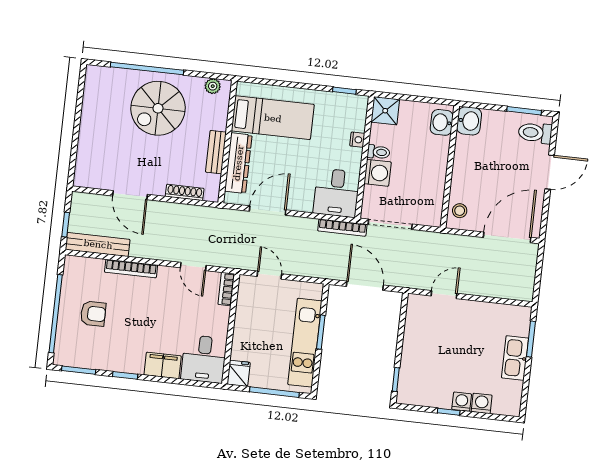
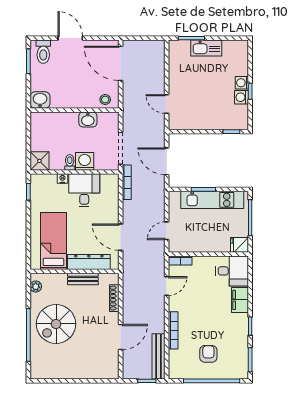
spiral stairs: (158, 108) -> (56, 324), turned 90
washbasin: (442, 122) -> (88, 119), moved
desk: (337, 193) -> (84, 190), moved, turned -90
door: (365, 286) -> (167, 161), hinge flipped
washing machine: (482, 403) -> (242, 97), moved

